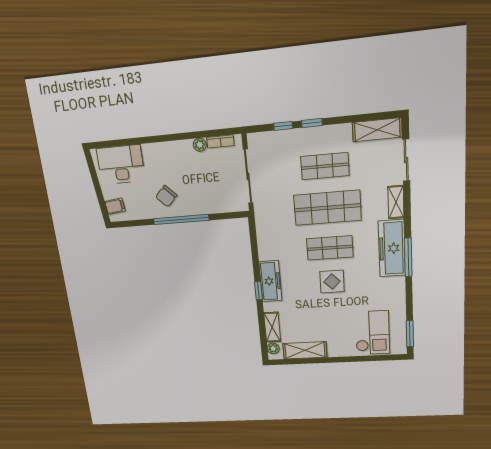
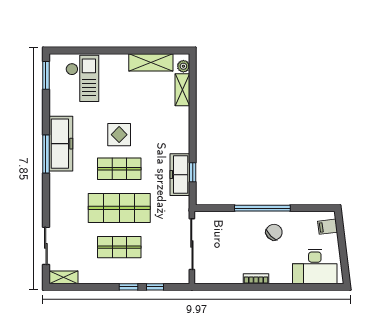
shelving: (377, 130) -> (63, 277), width x0.67, depth x0.75
bookcase: (220, 141) -> (256, 279), moved
plant: (200, 145) -> (235, 278), removed
shelving: (396, 202) -> (56, 208), removed
freezer: (392, 248) -> (61, 144), moved
freezer: (270, 281) -> (180, 175), moved
window: (259, 290) -> (193, 172), moved
checkout: (372, 333) -> (82, 78), turned 180

